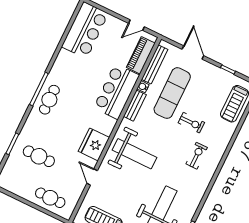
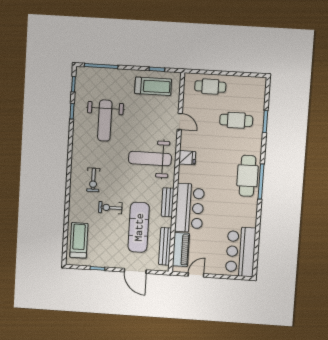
water cooler: (143, 87) -> (167, 222), removed
cafe table: (49, 100) -> (247, 176), width x1.37, depth x1.35
fridge: (94, 144) -> (187, 158), width x0.53, depth x0.75

